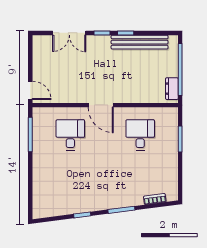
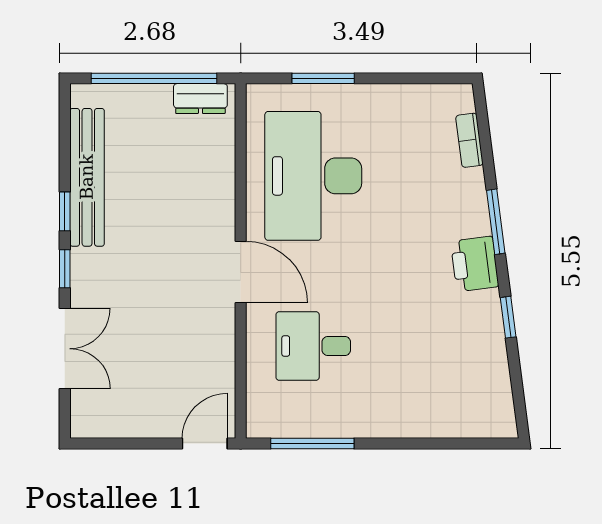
door: (101, 105) -> (241, 272), hinge flipped
desk: (140, 135) -> (313, 176), width x1.87, depth x1.30
printer: (104, 201) -> (475, 264), added

